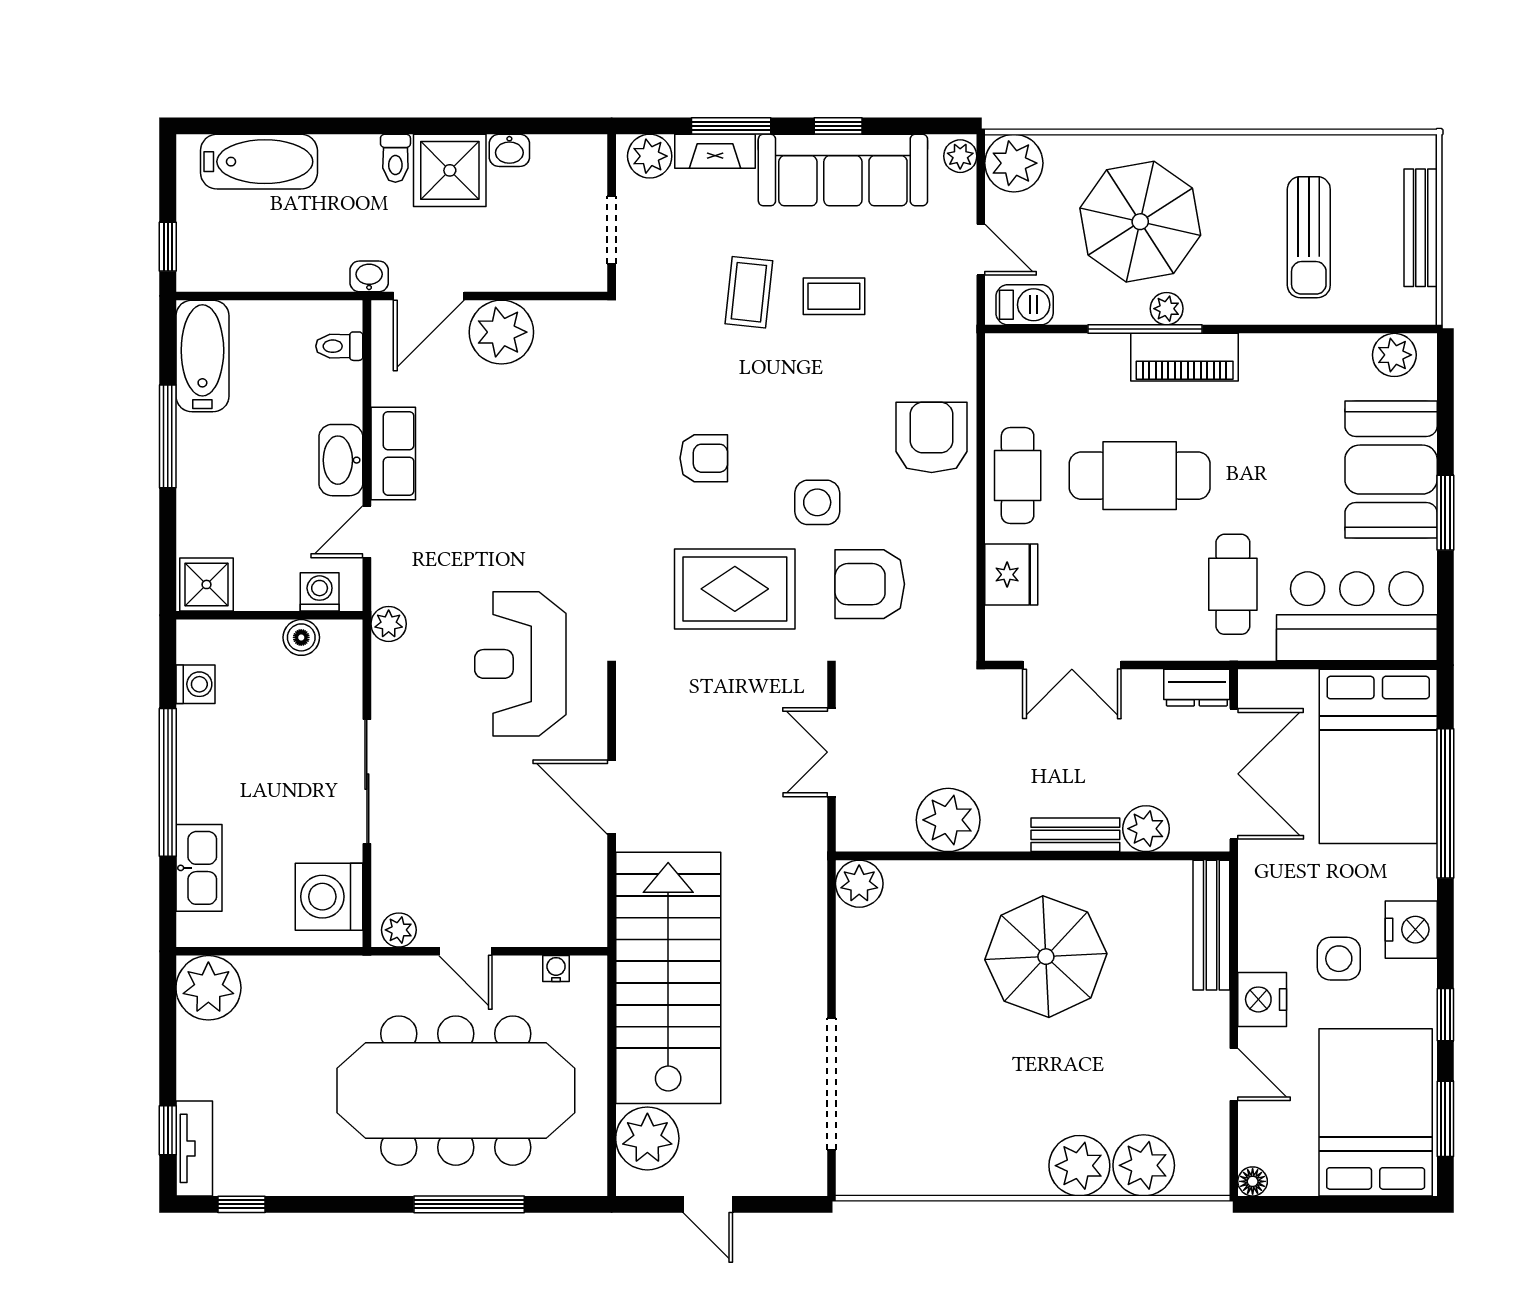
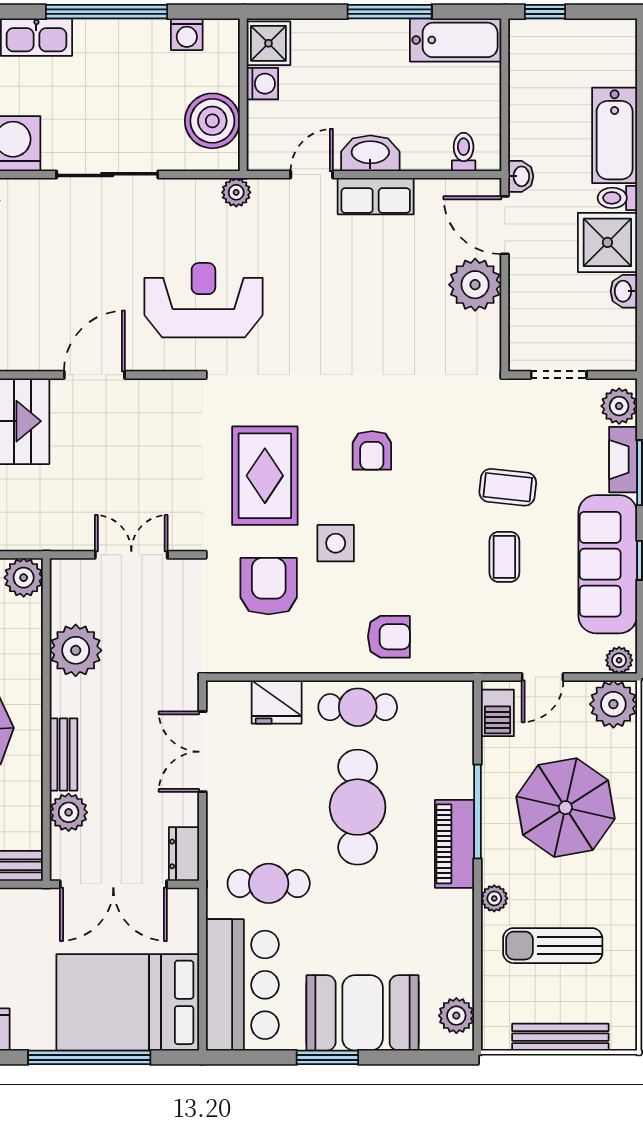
bathtub: (259, 162) -> (615, 135), moved
plant: (1167, 309) -> (494, 898), moved
armchair: (932, 437) -> (389, 637), width x0.72, depth x0.72
door: (367, 532) -> (312, 175), hinge flipped
washing machine: (320, 592) -> (262, 84), moved
boiler: (301, 637) -> (212, 121), width x1.86, depth x1.86

